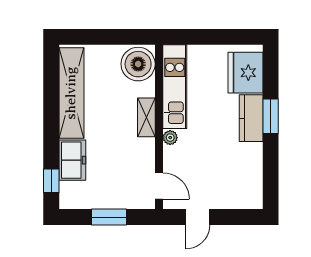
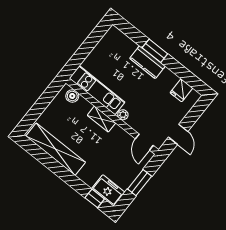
boiler: (138, 64) -> (72, 96), width x0.54, depth x0.54
fridge: (246, 73) -> (181, 90), moved, width x0.53, depth x0.75
freezer: (72, 160) -> (108, 190), moved
door: (159, 186) -> (144, 142), swing flipped

